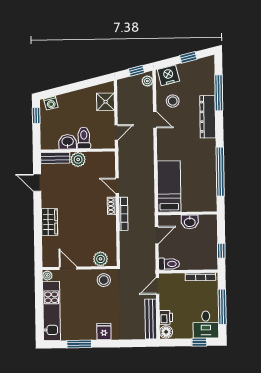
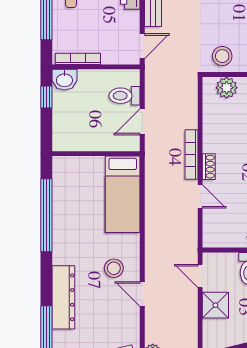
stool: (173, 101) -> (114, 268), moved
shower: (106, 102) -> (215, 305), moved
door: (116, 132) -> (200, 276), hinge flipped
washbasin: (190, 222) -> (64, 80), moved, turned 180
toilet: (169, 264) -> (125, 96), moved

